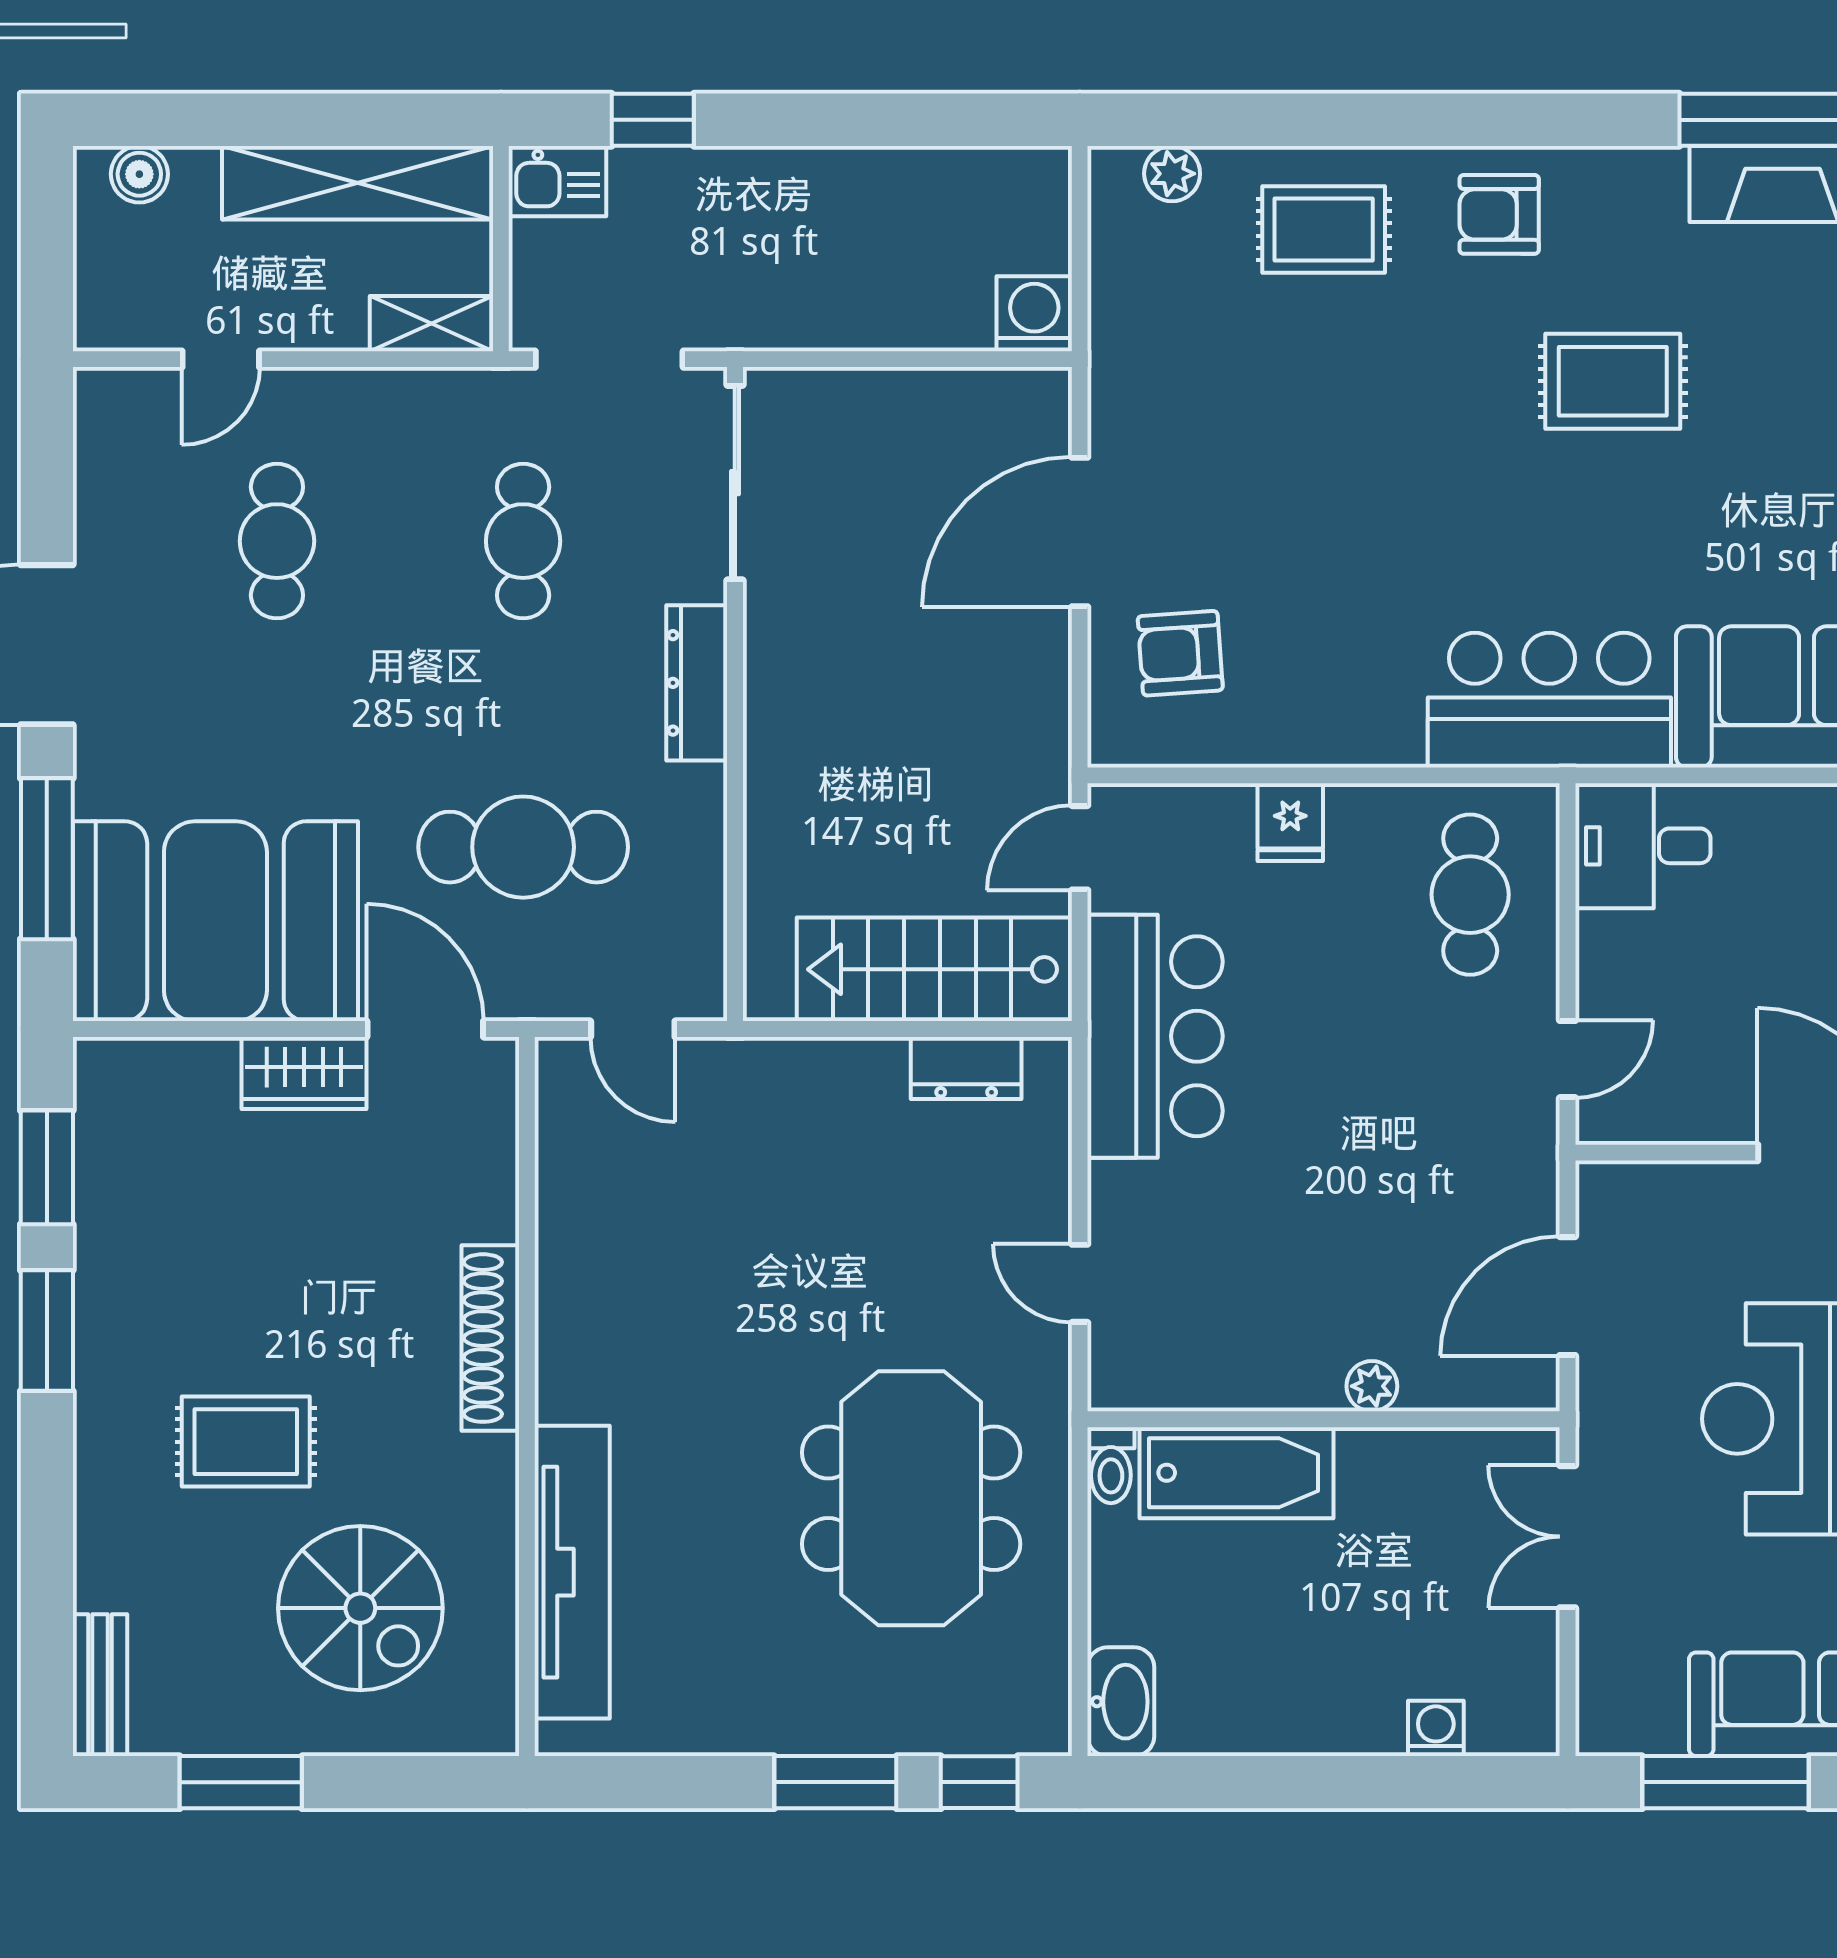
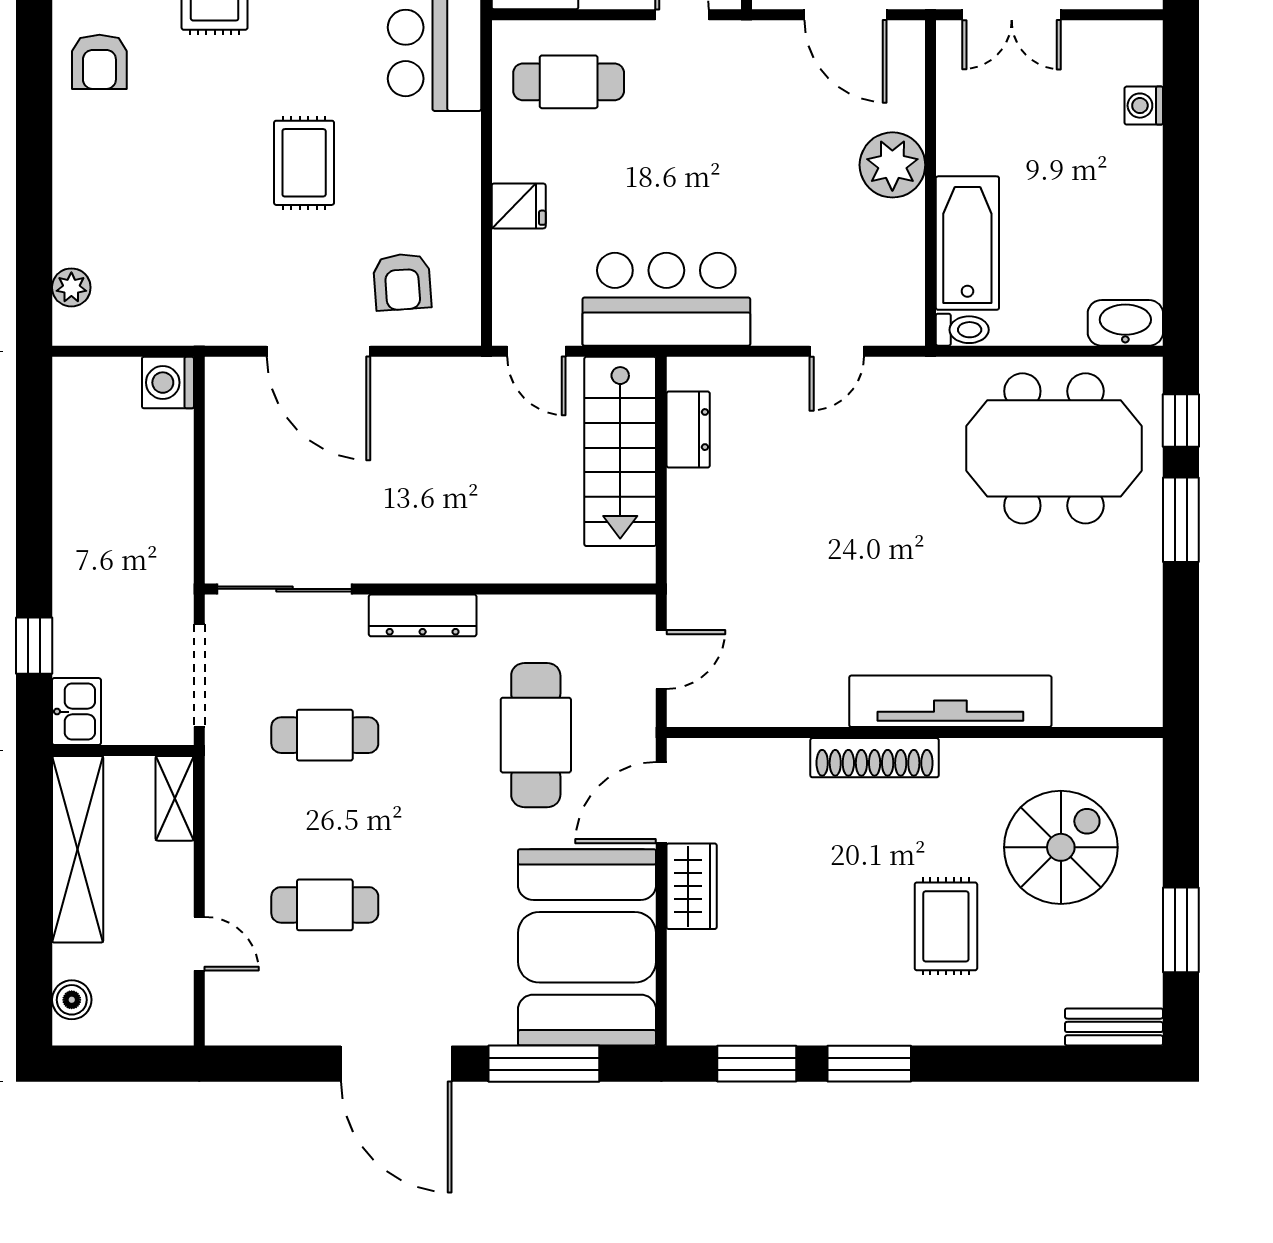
rug: (1324, 229) -> (304, 163), moved
plant: (1372, 1386) -> (892, 165), width x1.87, depth x1.87
meeting table: (911, 1498) -> (1054, 448), moved
tv unit: (572, 1572) -> (950, 701), moved

